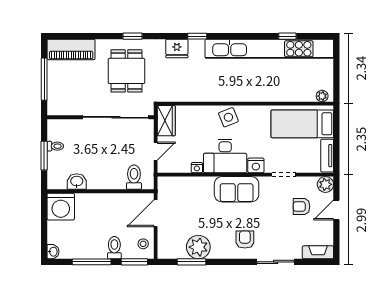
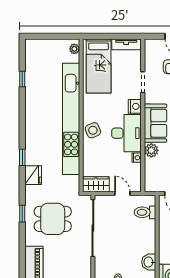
kitchen unit: (269, 49) -> (71, 119), moved, turned 180
plant: (325, 184) -> (151, 150), moved

